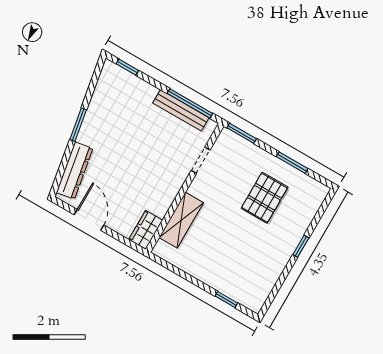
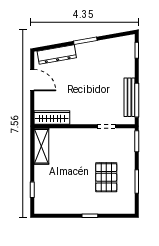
pallet: (265, 198) -> (106, 177), turned 90
door: (89, 220) -> (32, 80), hinge flipped
shelving: (181, 220) -> (41, 146), moved, turned 90
wardrobe: (146, 230) -> (52, 117), width x1.50

